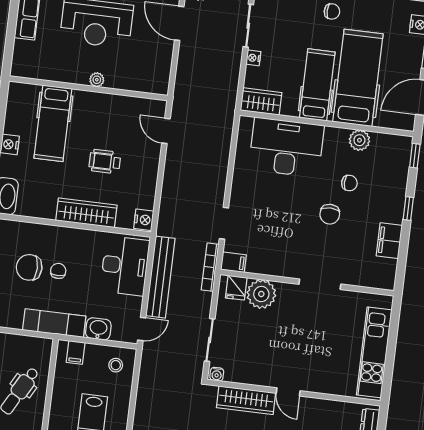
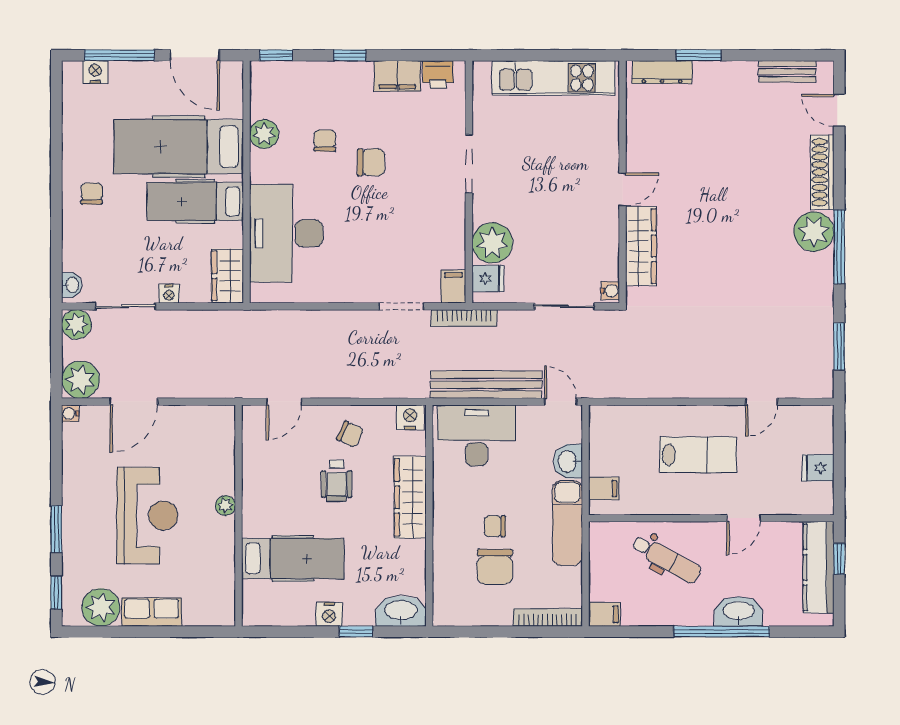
chair: (137, 175) -> (350, 434), added
printer: (387, 270) -> (438, 74), added
stool: (116, 365) -> (615, 431), removed

